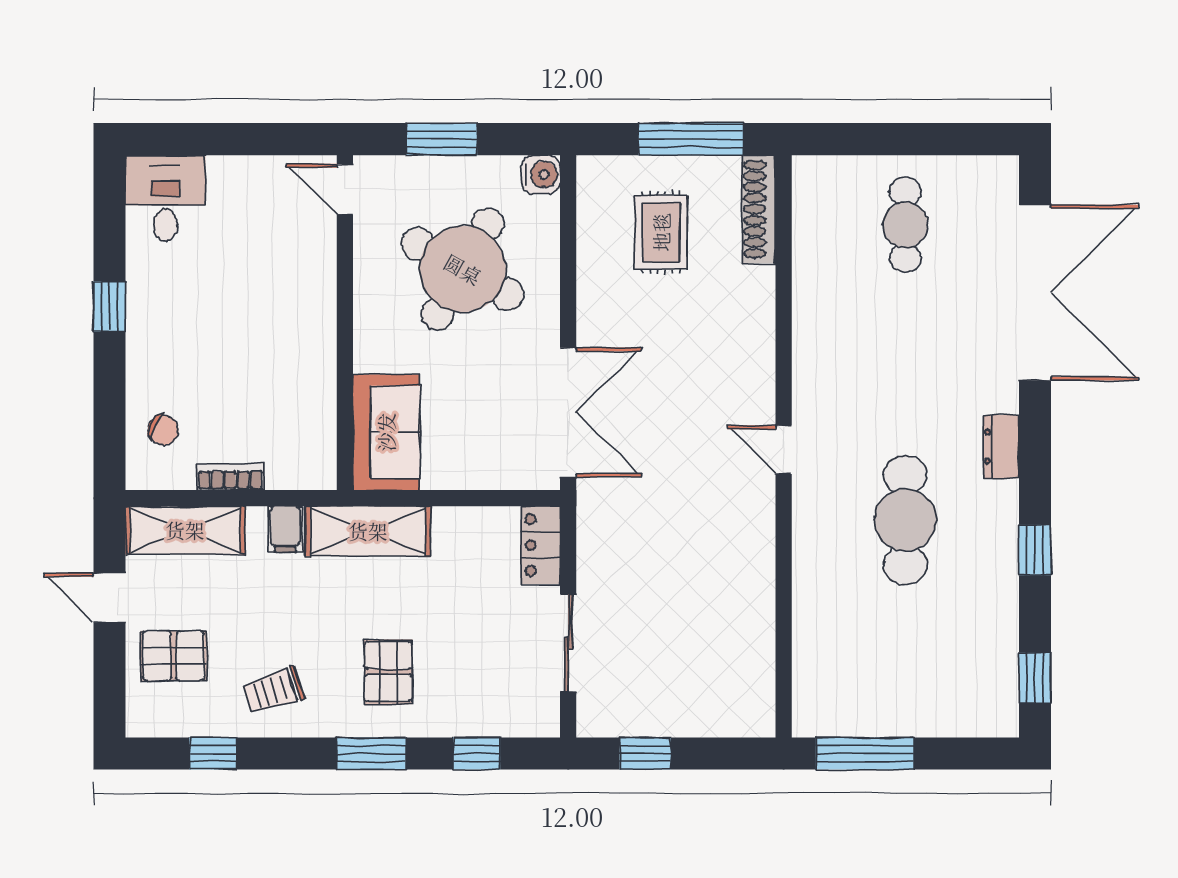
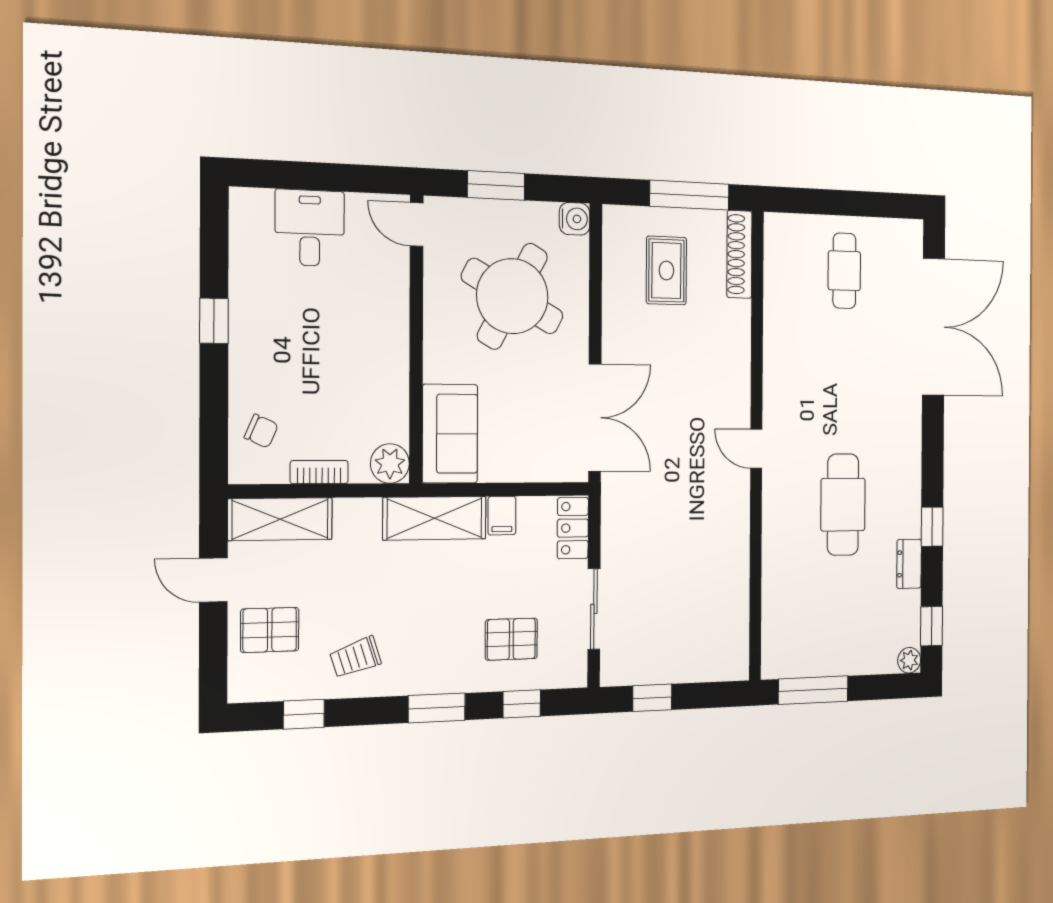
desk: (165, 198) -> (310, 228), moved
dresser: (1001, 447) -> (909, 564), moved
plant: (314, 467) -> (390, 463), added
filing cabinet: (285, 529) -> (502, 516), moved
pallet: (388, 672) -> (511, 639), moved, turned 90
plant: (1002, 721) -> (909, 660), added

